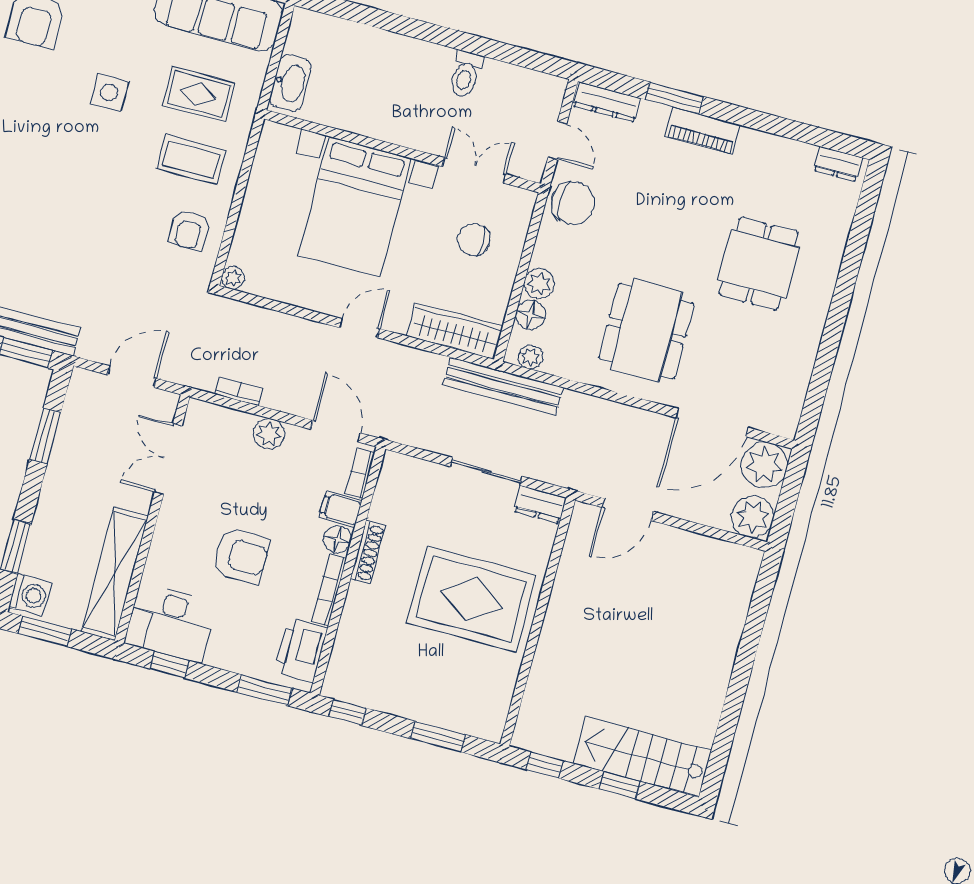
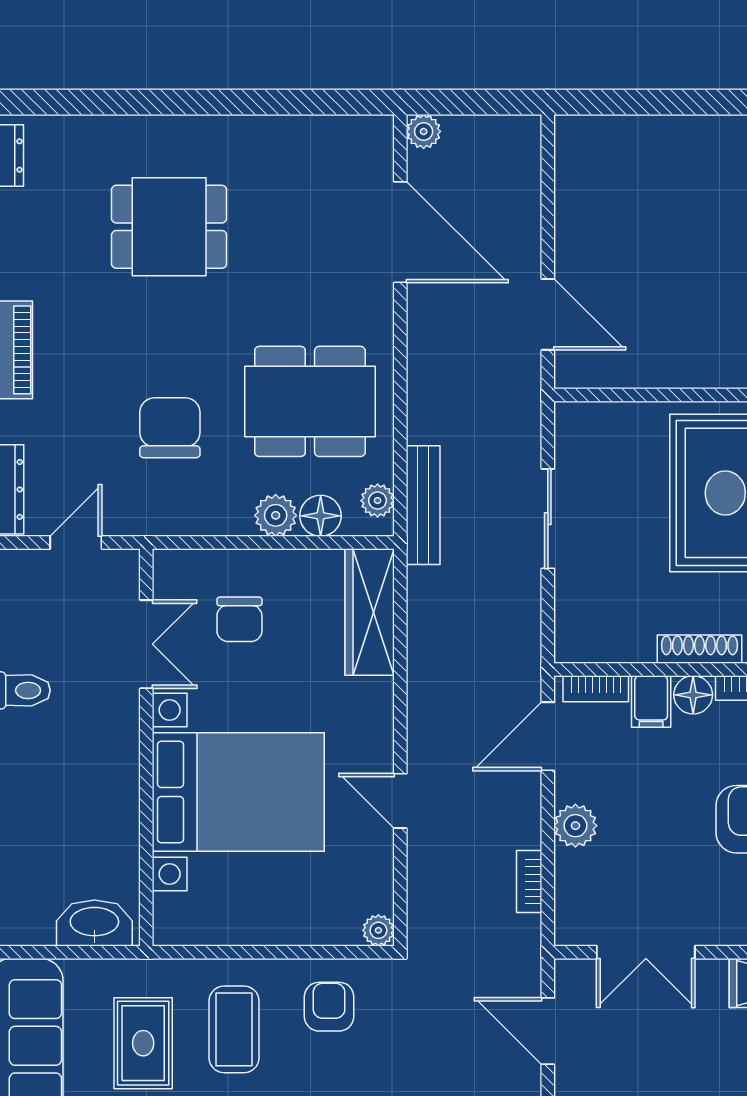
double door: (474, 170) -> (146, 644), swing flipped
chair: (573, 203) -> (170, 428), moved
armchair: (189, 230) -> (329, 1007), turned -90
door: (359, 328) -> (400, 801), moved
dining table: (646, 331) -> (310, 401), moved
bench: (503, 386) -> (423, 505), width x0.73, depth x0.82
plant: (764, 465) -> (424, 131), width x0.53, depth x0.53
dresser: (540, 504) -> (573, 434), removed
plant: (753, 517) -> (513, 143), removed

